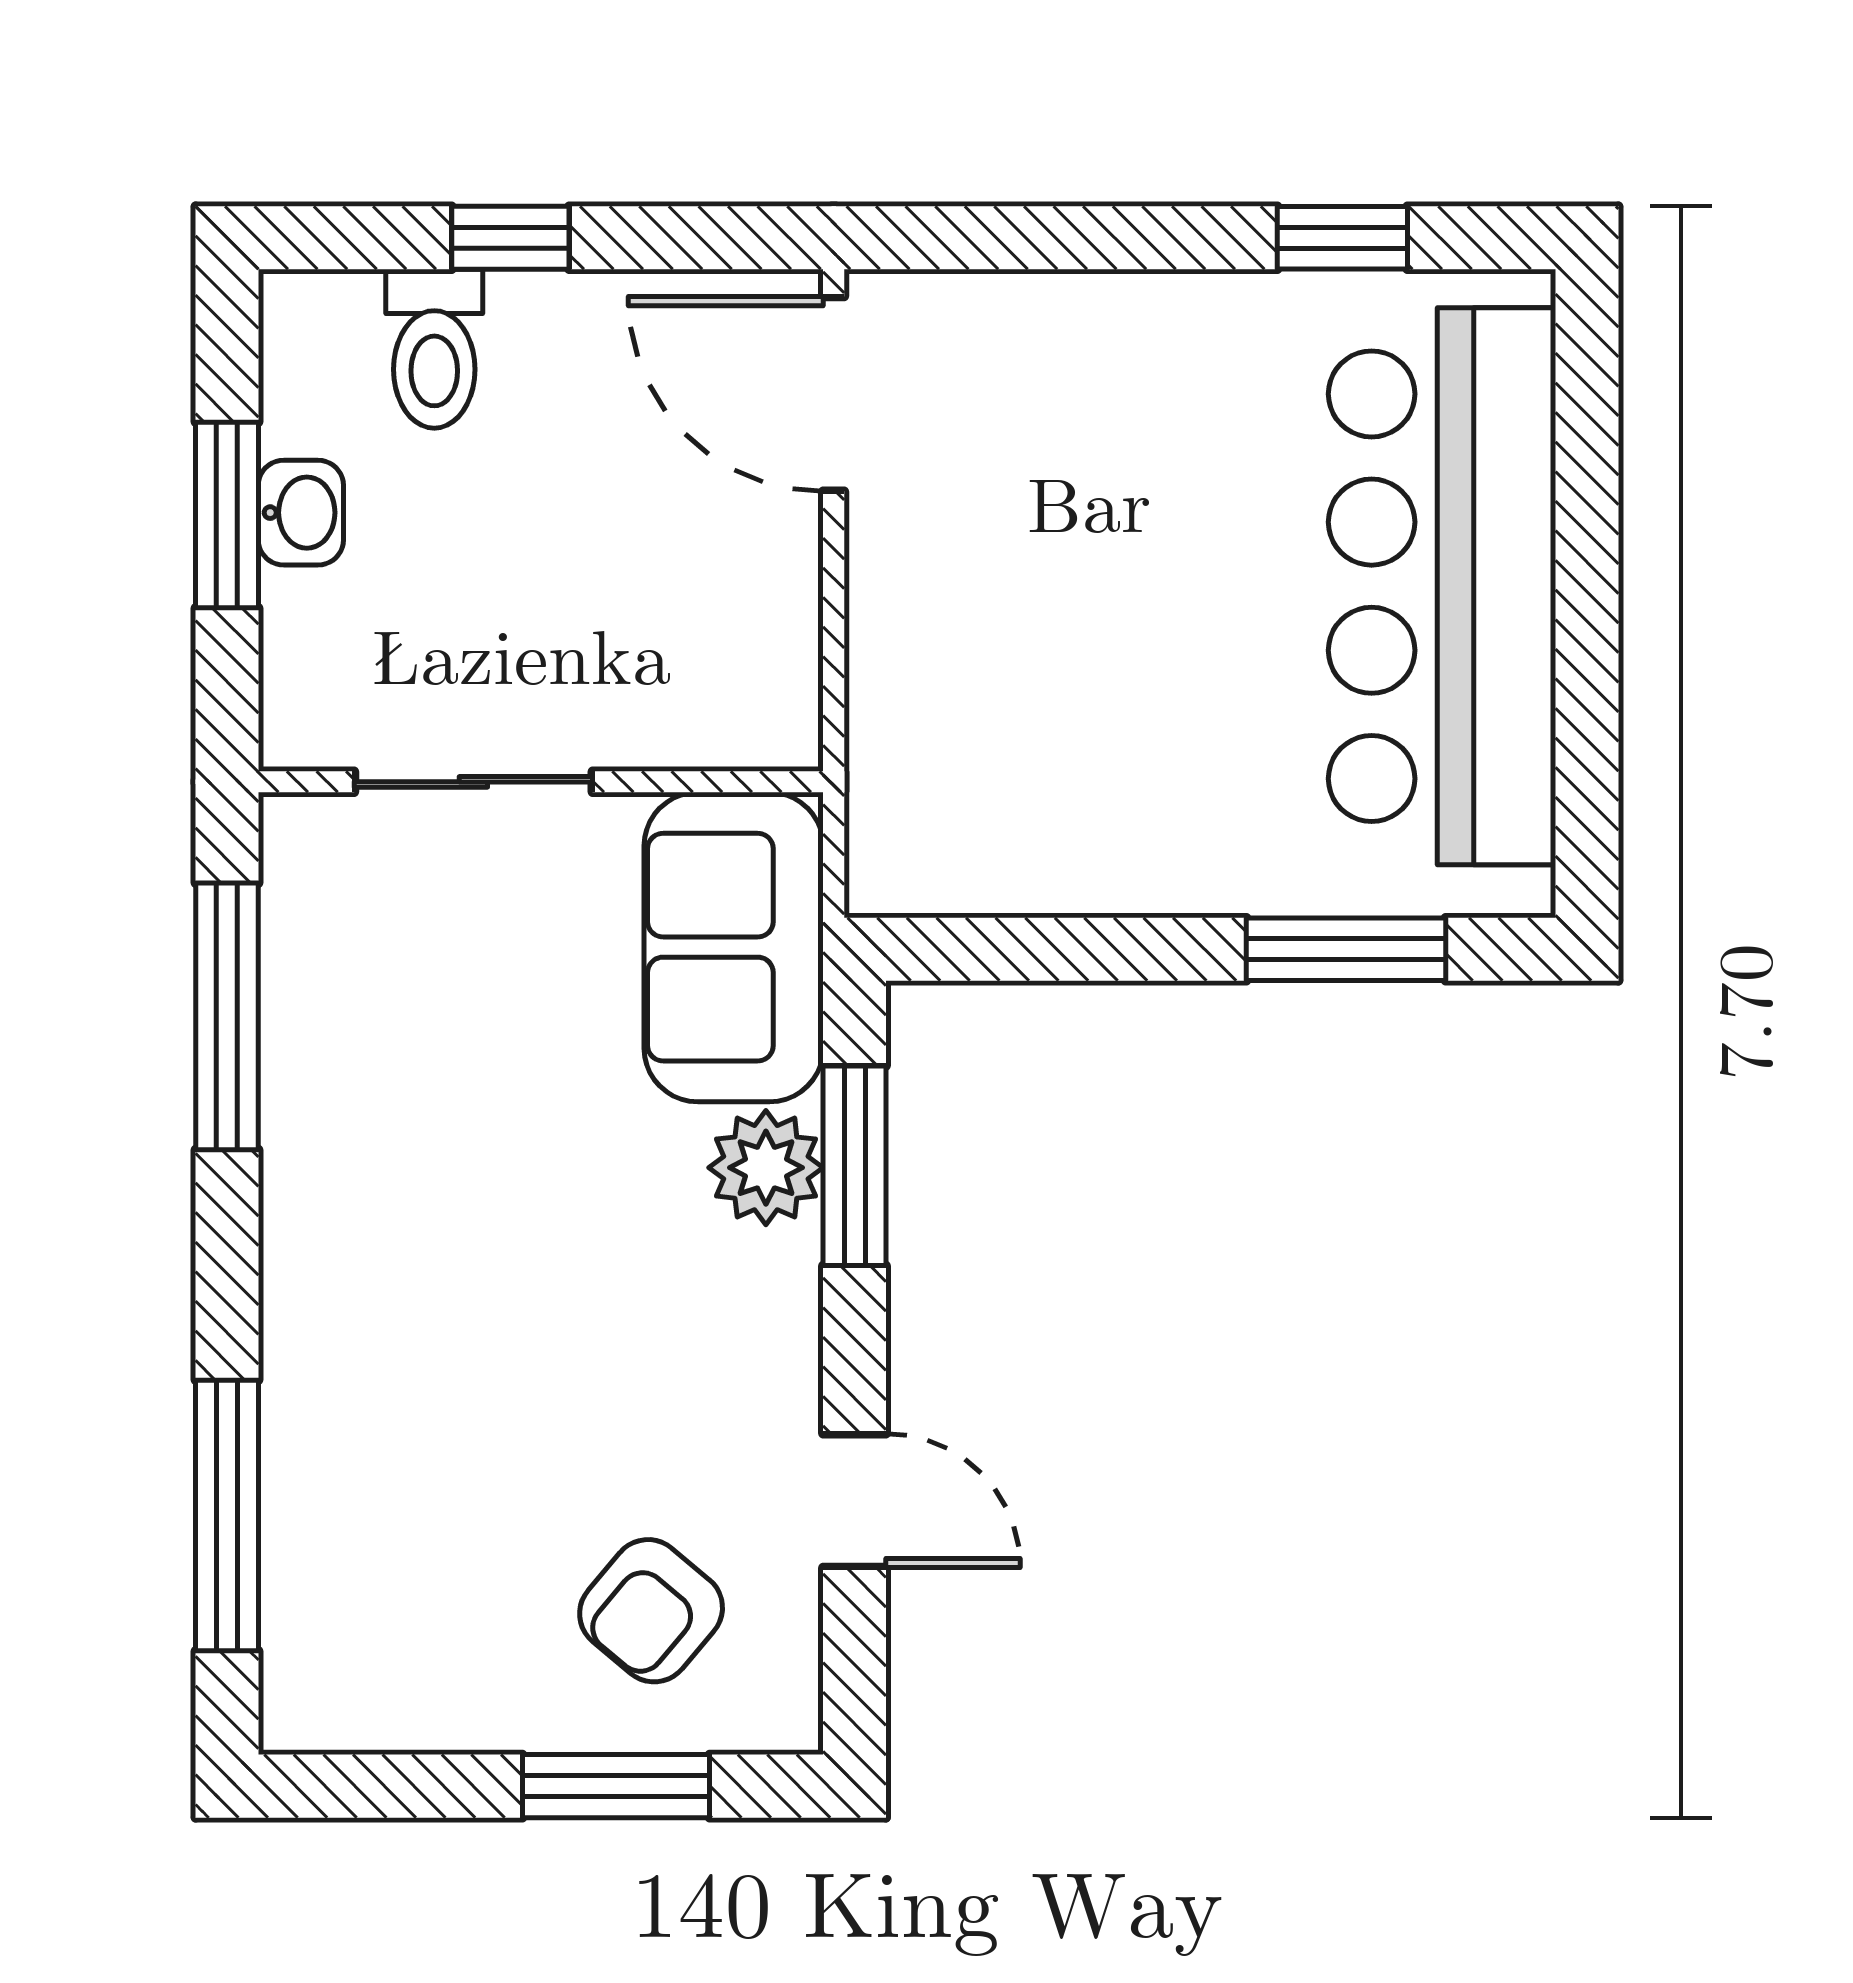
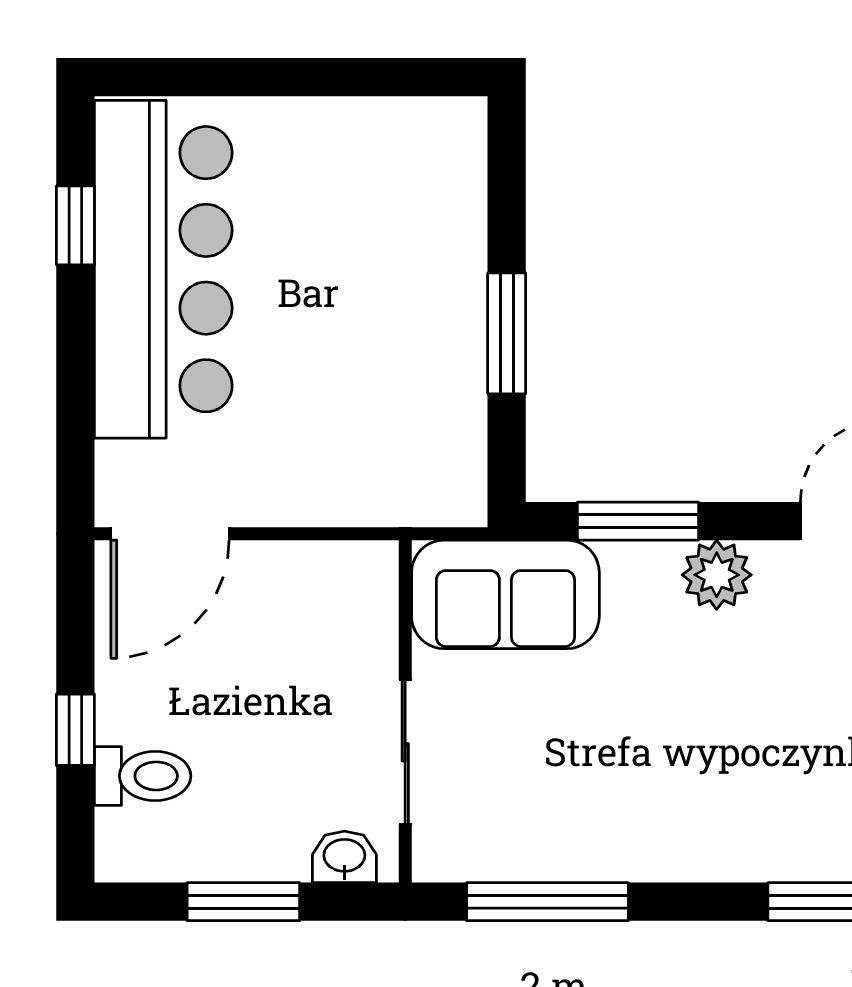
washbasin: (301, 513) -> (344, 857), moved
bar counter: (1442, 586) -> (163, 269), moved, turned -90
window: (1346, 949) -> (507, 333), moved
plant: (766, 1168) -> (717, 575), moved

